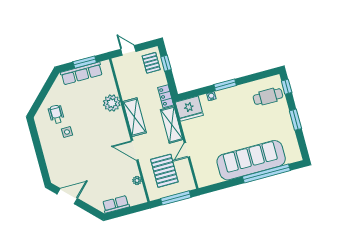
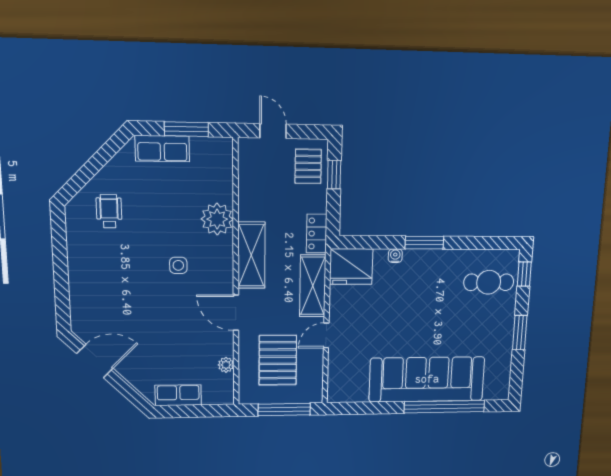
row of seats: (82, 73) -> (162, 149), width x0.68
side table: (67, 132) -> (178, 265), moved

